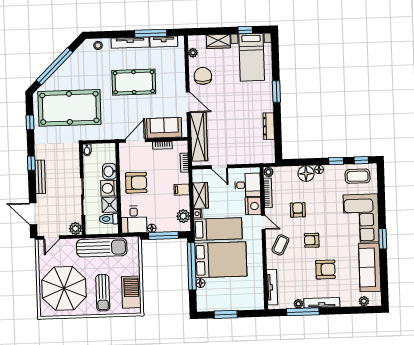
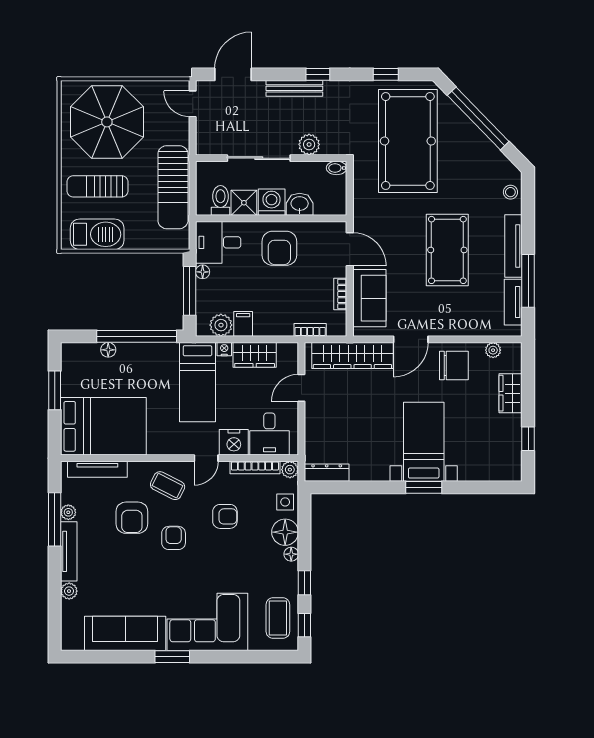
bed with nightstands: (252, 57) -> (424, 442), moved, turned 90
dresser: (269, 126) -> (327, 473), moved
side table: (288, 174) -> (285, 502), added
filing cabinet: (182, 190) -> (243, 324), moved
plant: (75, 229) -> (309, 144), moved
bed: (221, 260) -> (103, 426), moved, turned -90
armchair: (325, 269) -> (132, 518), moved
plant: (364, 301) -> (69, 591), moved

